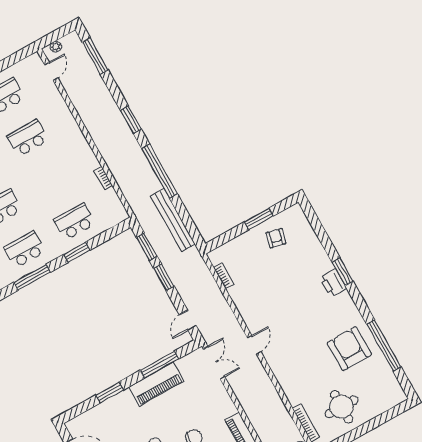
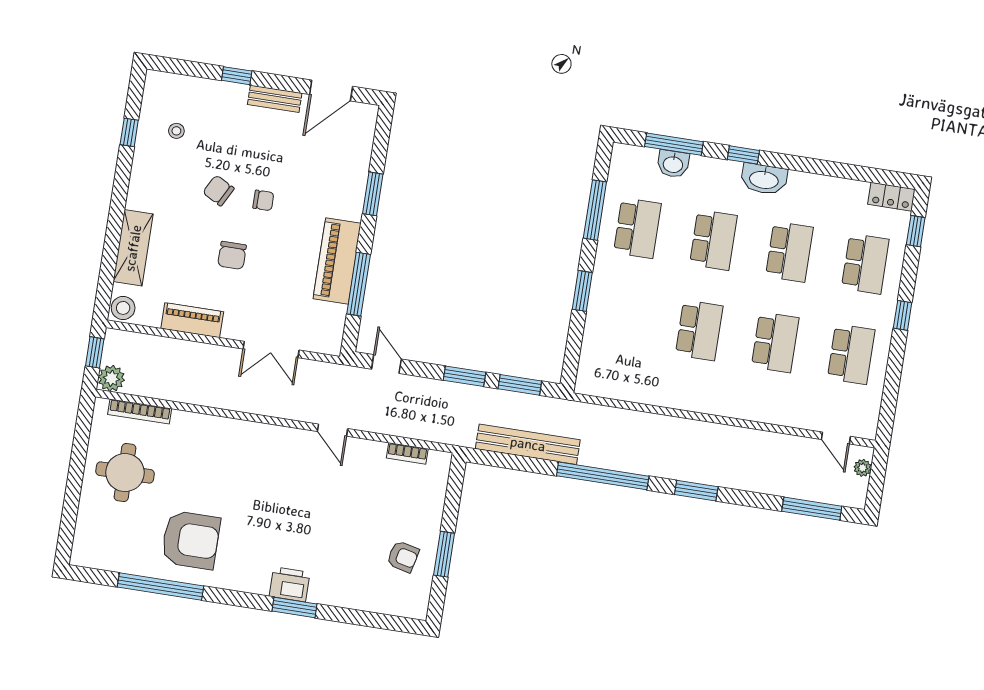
bookcase: (103, 178) -> (650, 398), removed
school desk: (74, 222) -> (699, 330), moved
door: (254, 345) -> (332, 430), moved
double door: (214, 363) -> (271, 350), moved

